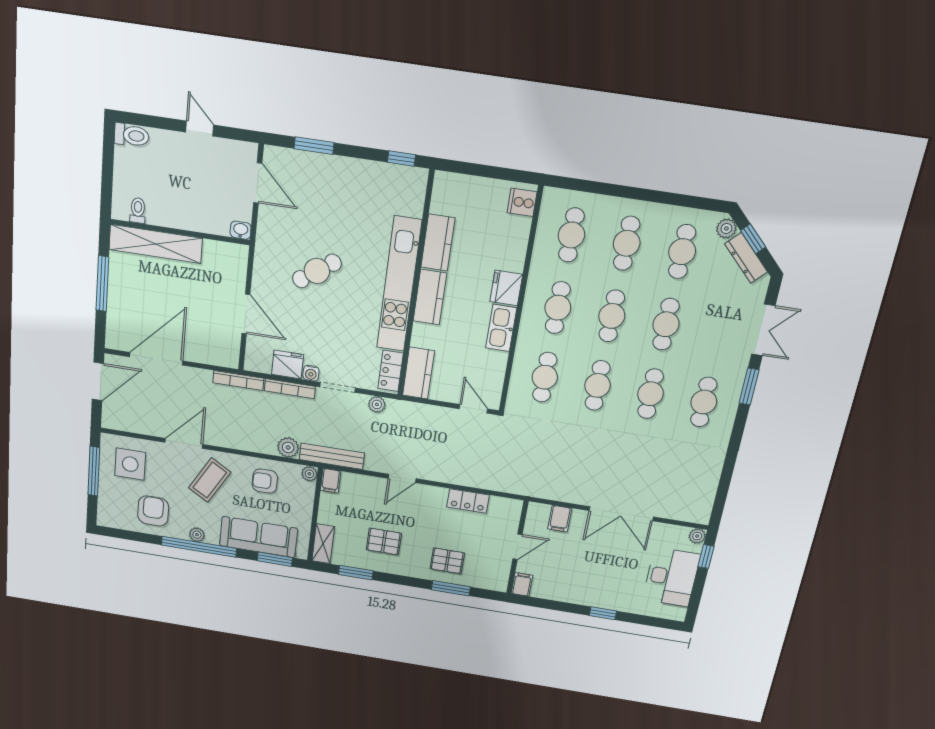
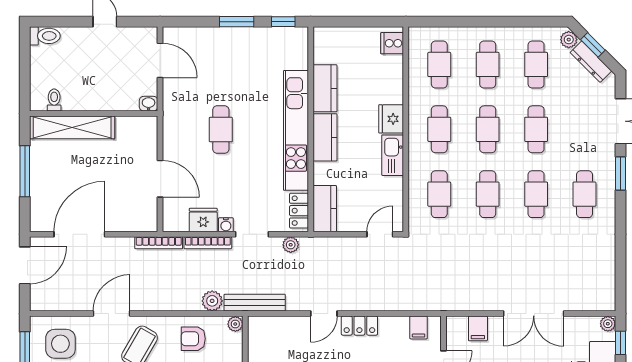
window: (314, 146) -> (237, 22), moved
cafe table: (317, 271) -> (221, 130), turned -55
door: (473, 409) -> (380, 234), hinge flipped
filing cabinet: (331, 481) -> (419, 328), moved
locker: (468, 501) -> (359, 326), moved

